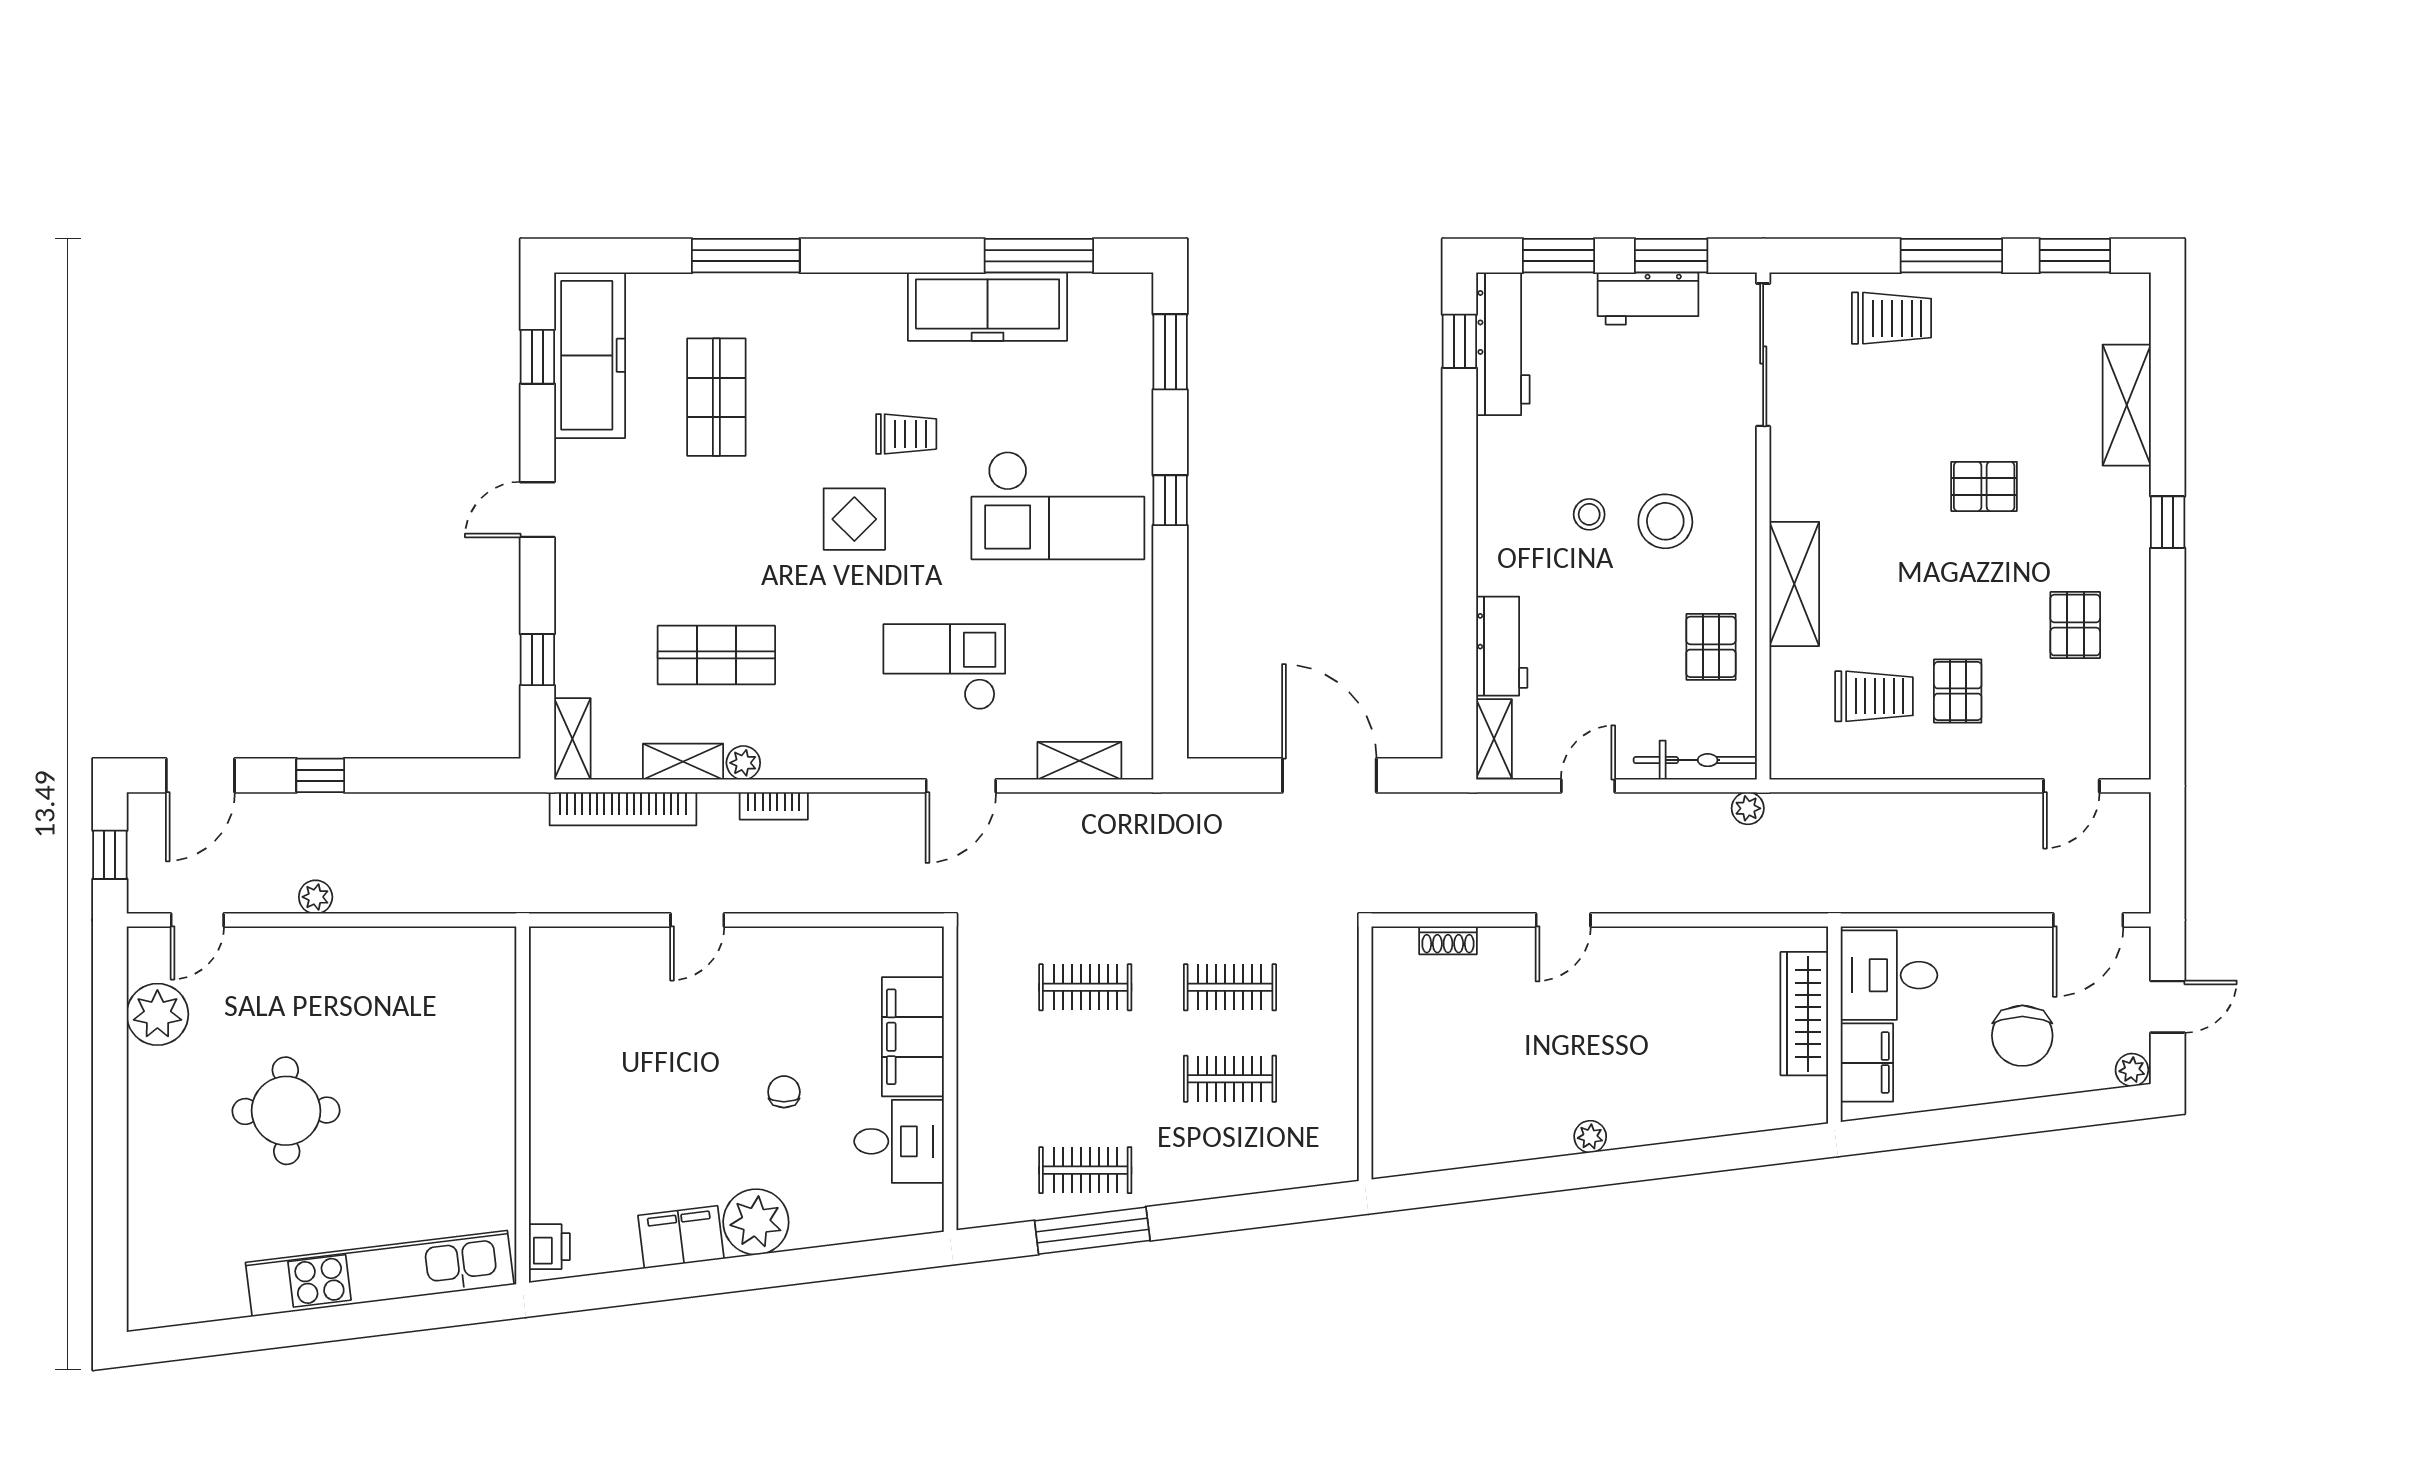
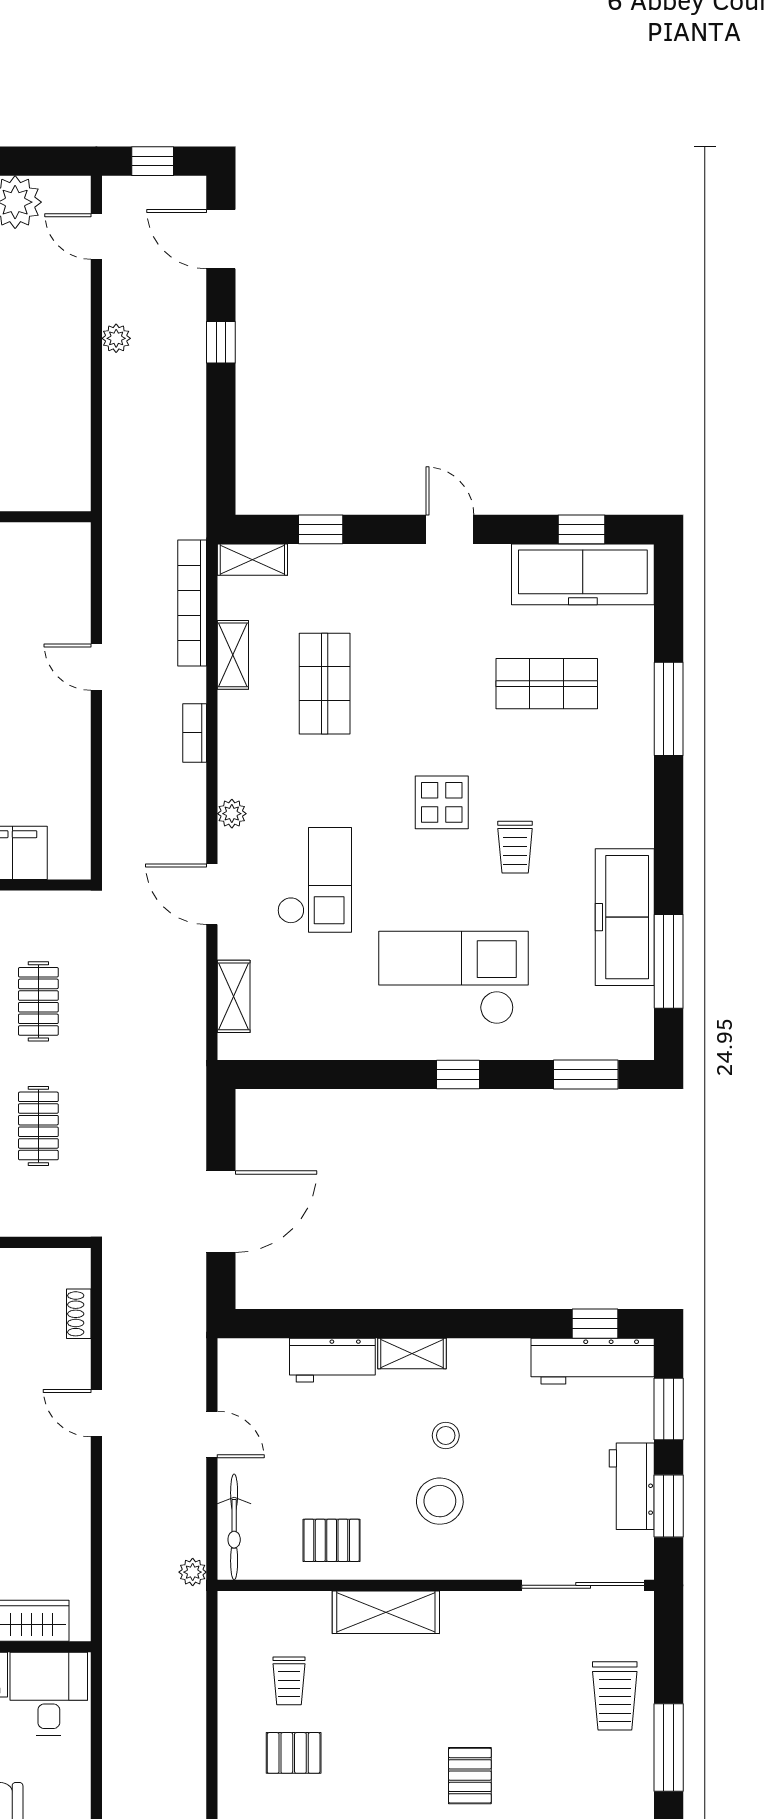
checkout: (1058, 505) -> (454, 978), turned 90
trolley: (1874, 696) -> (289, 1681), width x0.73, depth x0.72
shelving: (1494, 739) -> (412, 1353), moved
plant: (743, 763) -> (232, 814), moved

